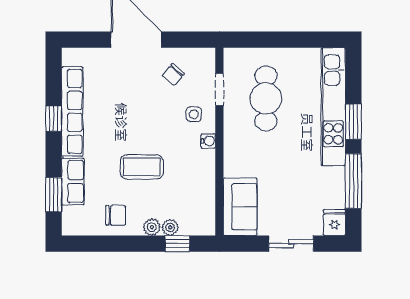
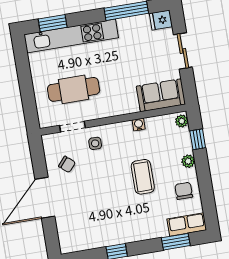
row of seats: (72, 111) -> (109, 238), removed
window: (353, 122) -> (53, 23), moved
water cooler: (208, 141) -> (139, 124), moved
row of seats: (73, 182) -> (187, 224), moved
plant: (170, 227) -> (182, 121), moved

